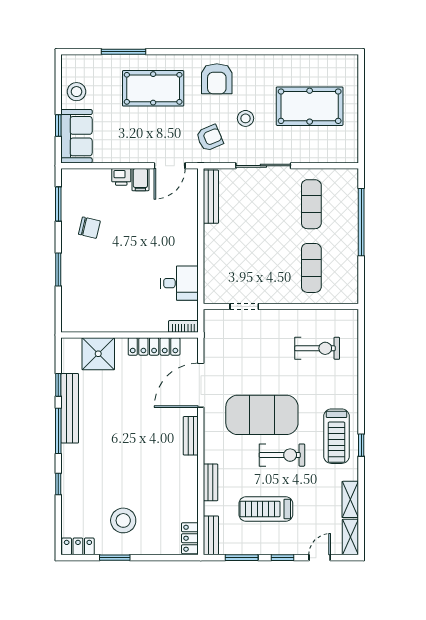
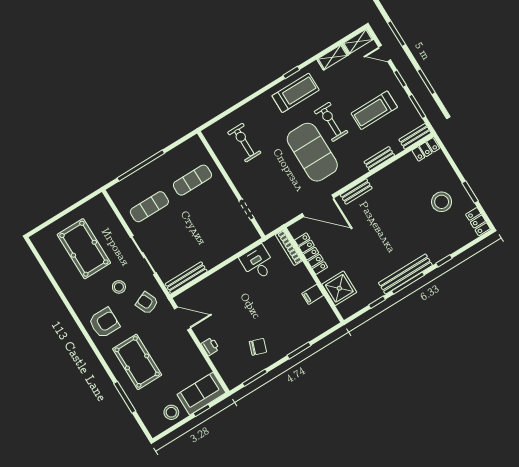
filing cabinet: (140, 180) -> (313, 294), moved, turned 180
chair: (89, 228) -> (258, 347), turned 96
bookcase: (183, 326) -> (289, 248), width x1.56
bench: (70, 408) -> (405, 274), moved
treadmill: (266, 509) -> (374, 110), turned 90

